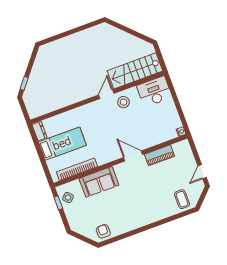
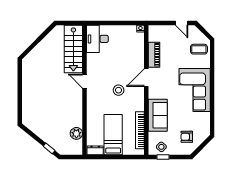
stool: (124, 102) -> (119, 90), moved
plant: (50, 106) -> (76, 133), added
corner sofa: (139, 210) -> (195, 90), added
armchair: (103, 231) -> (187, 137), moved

